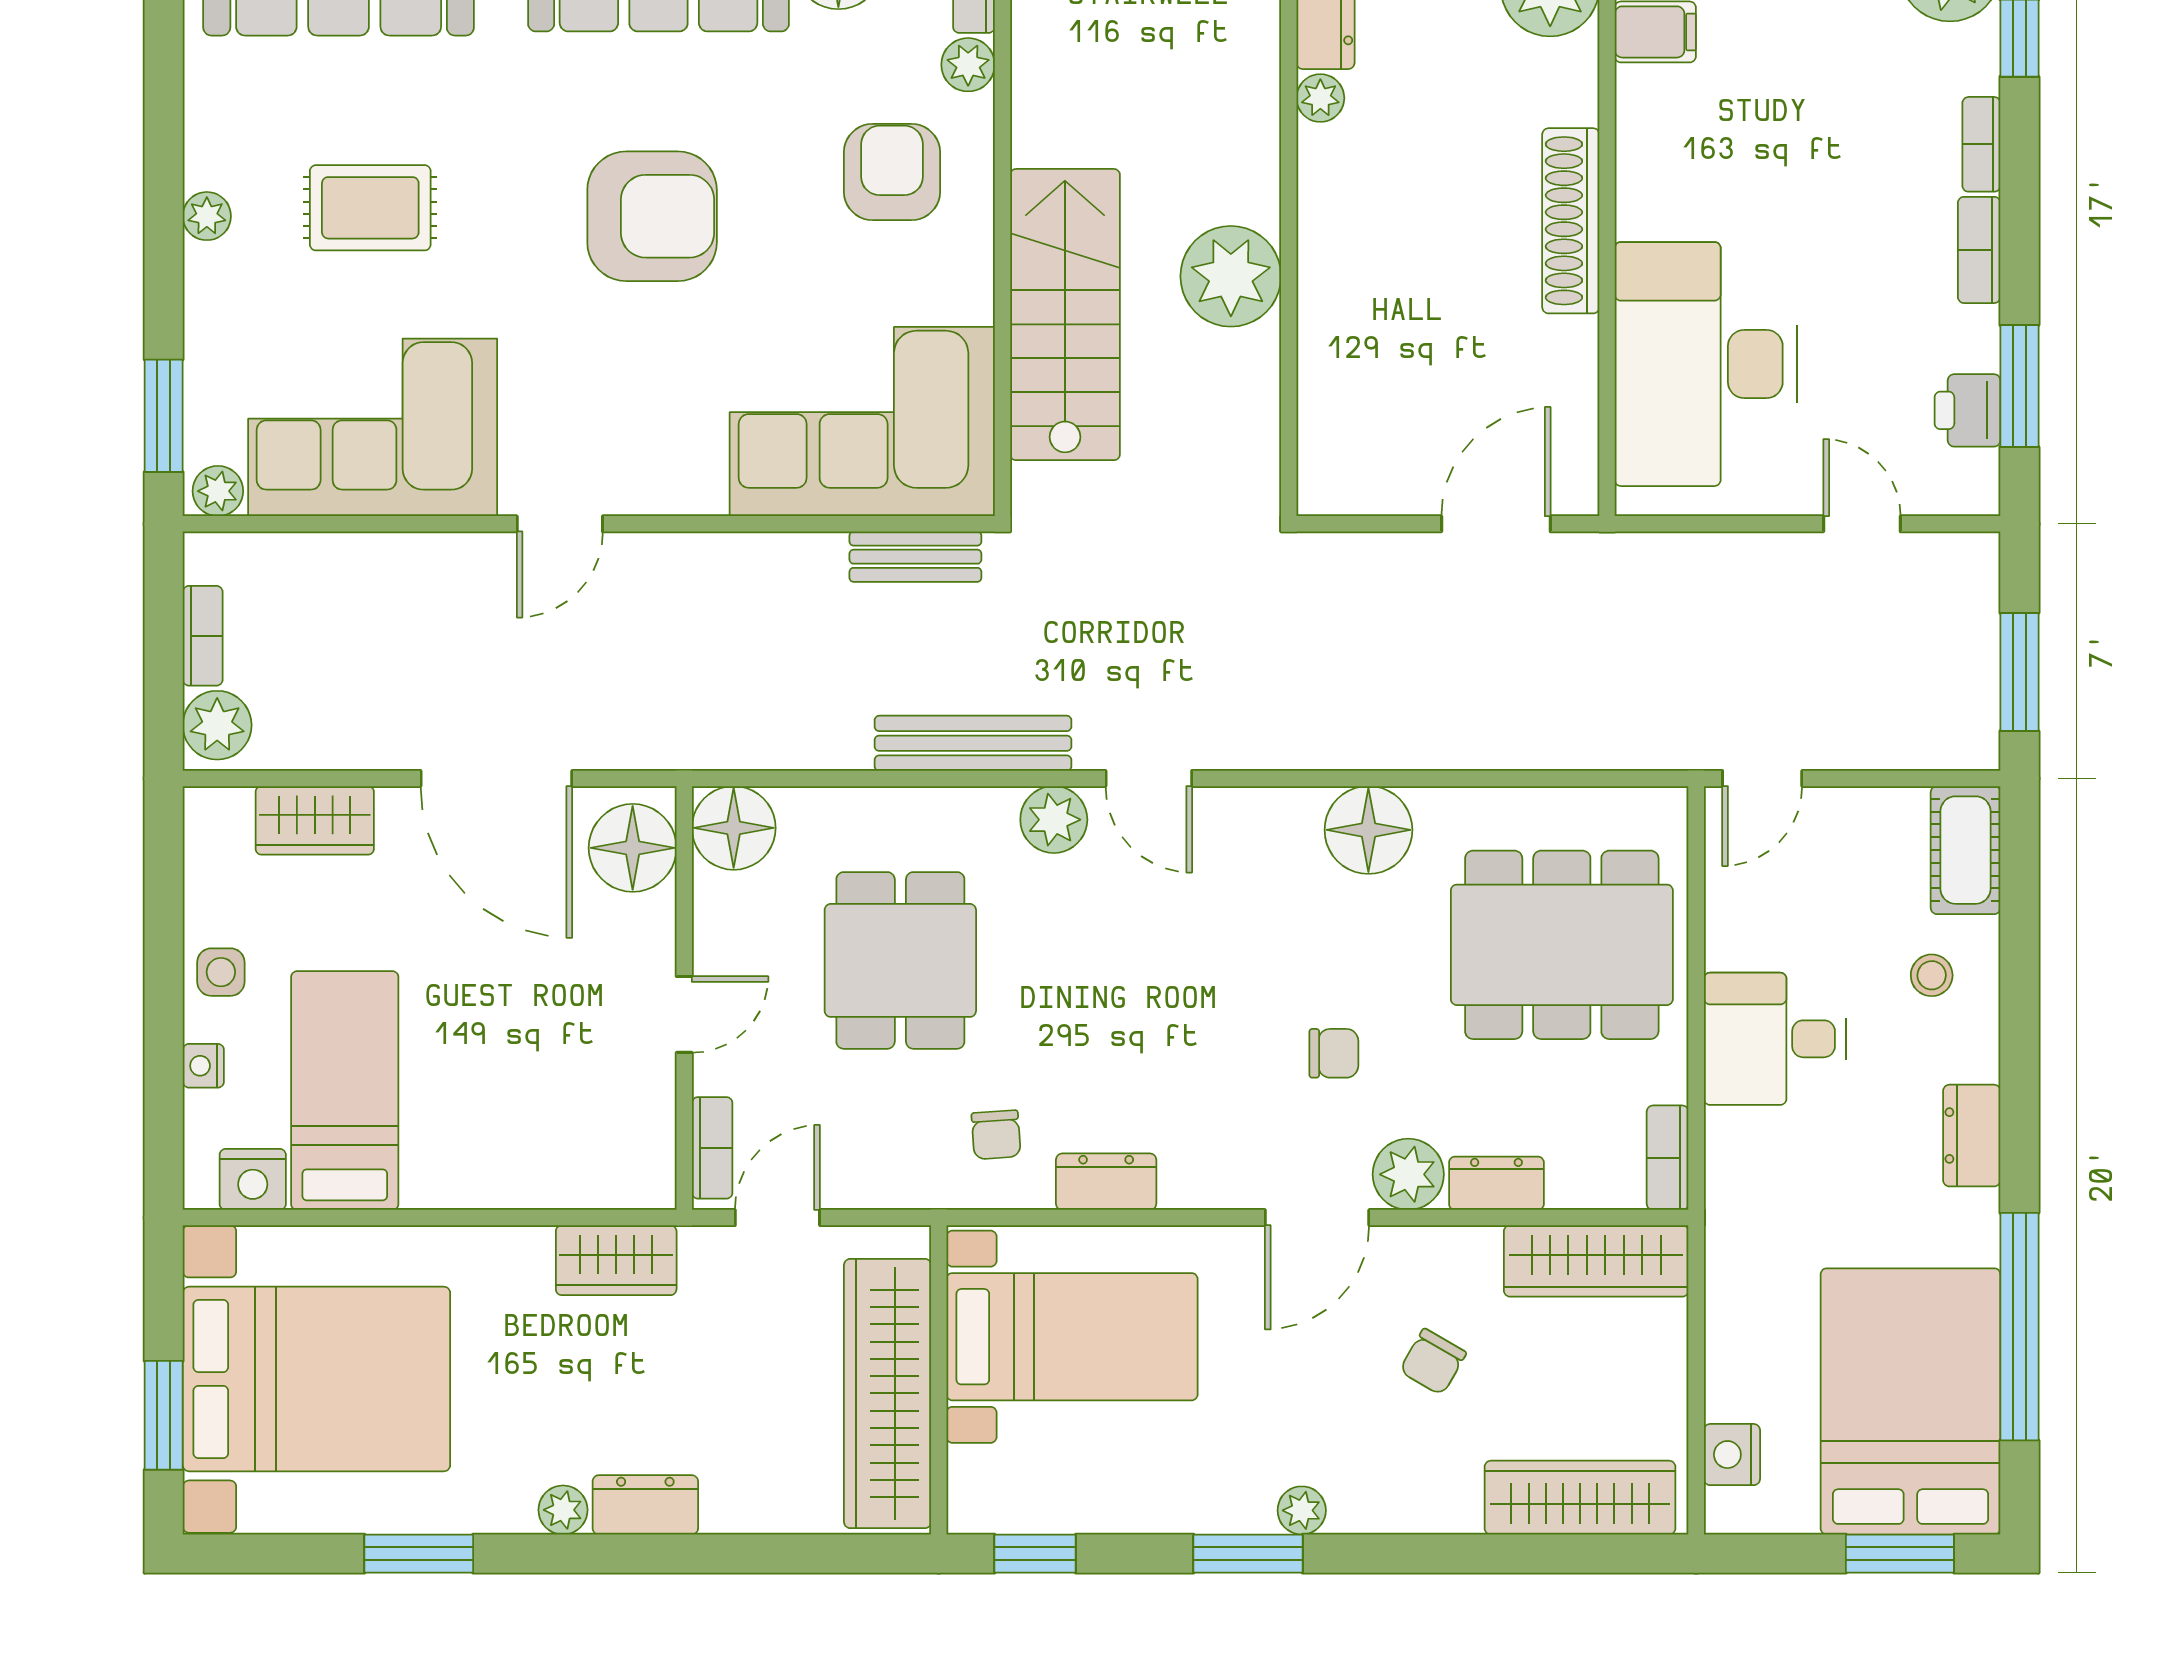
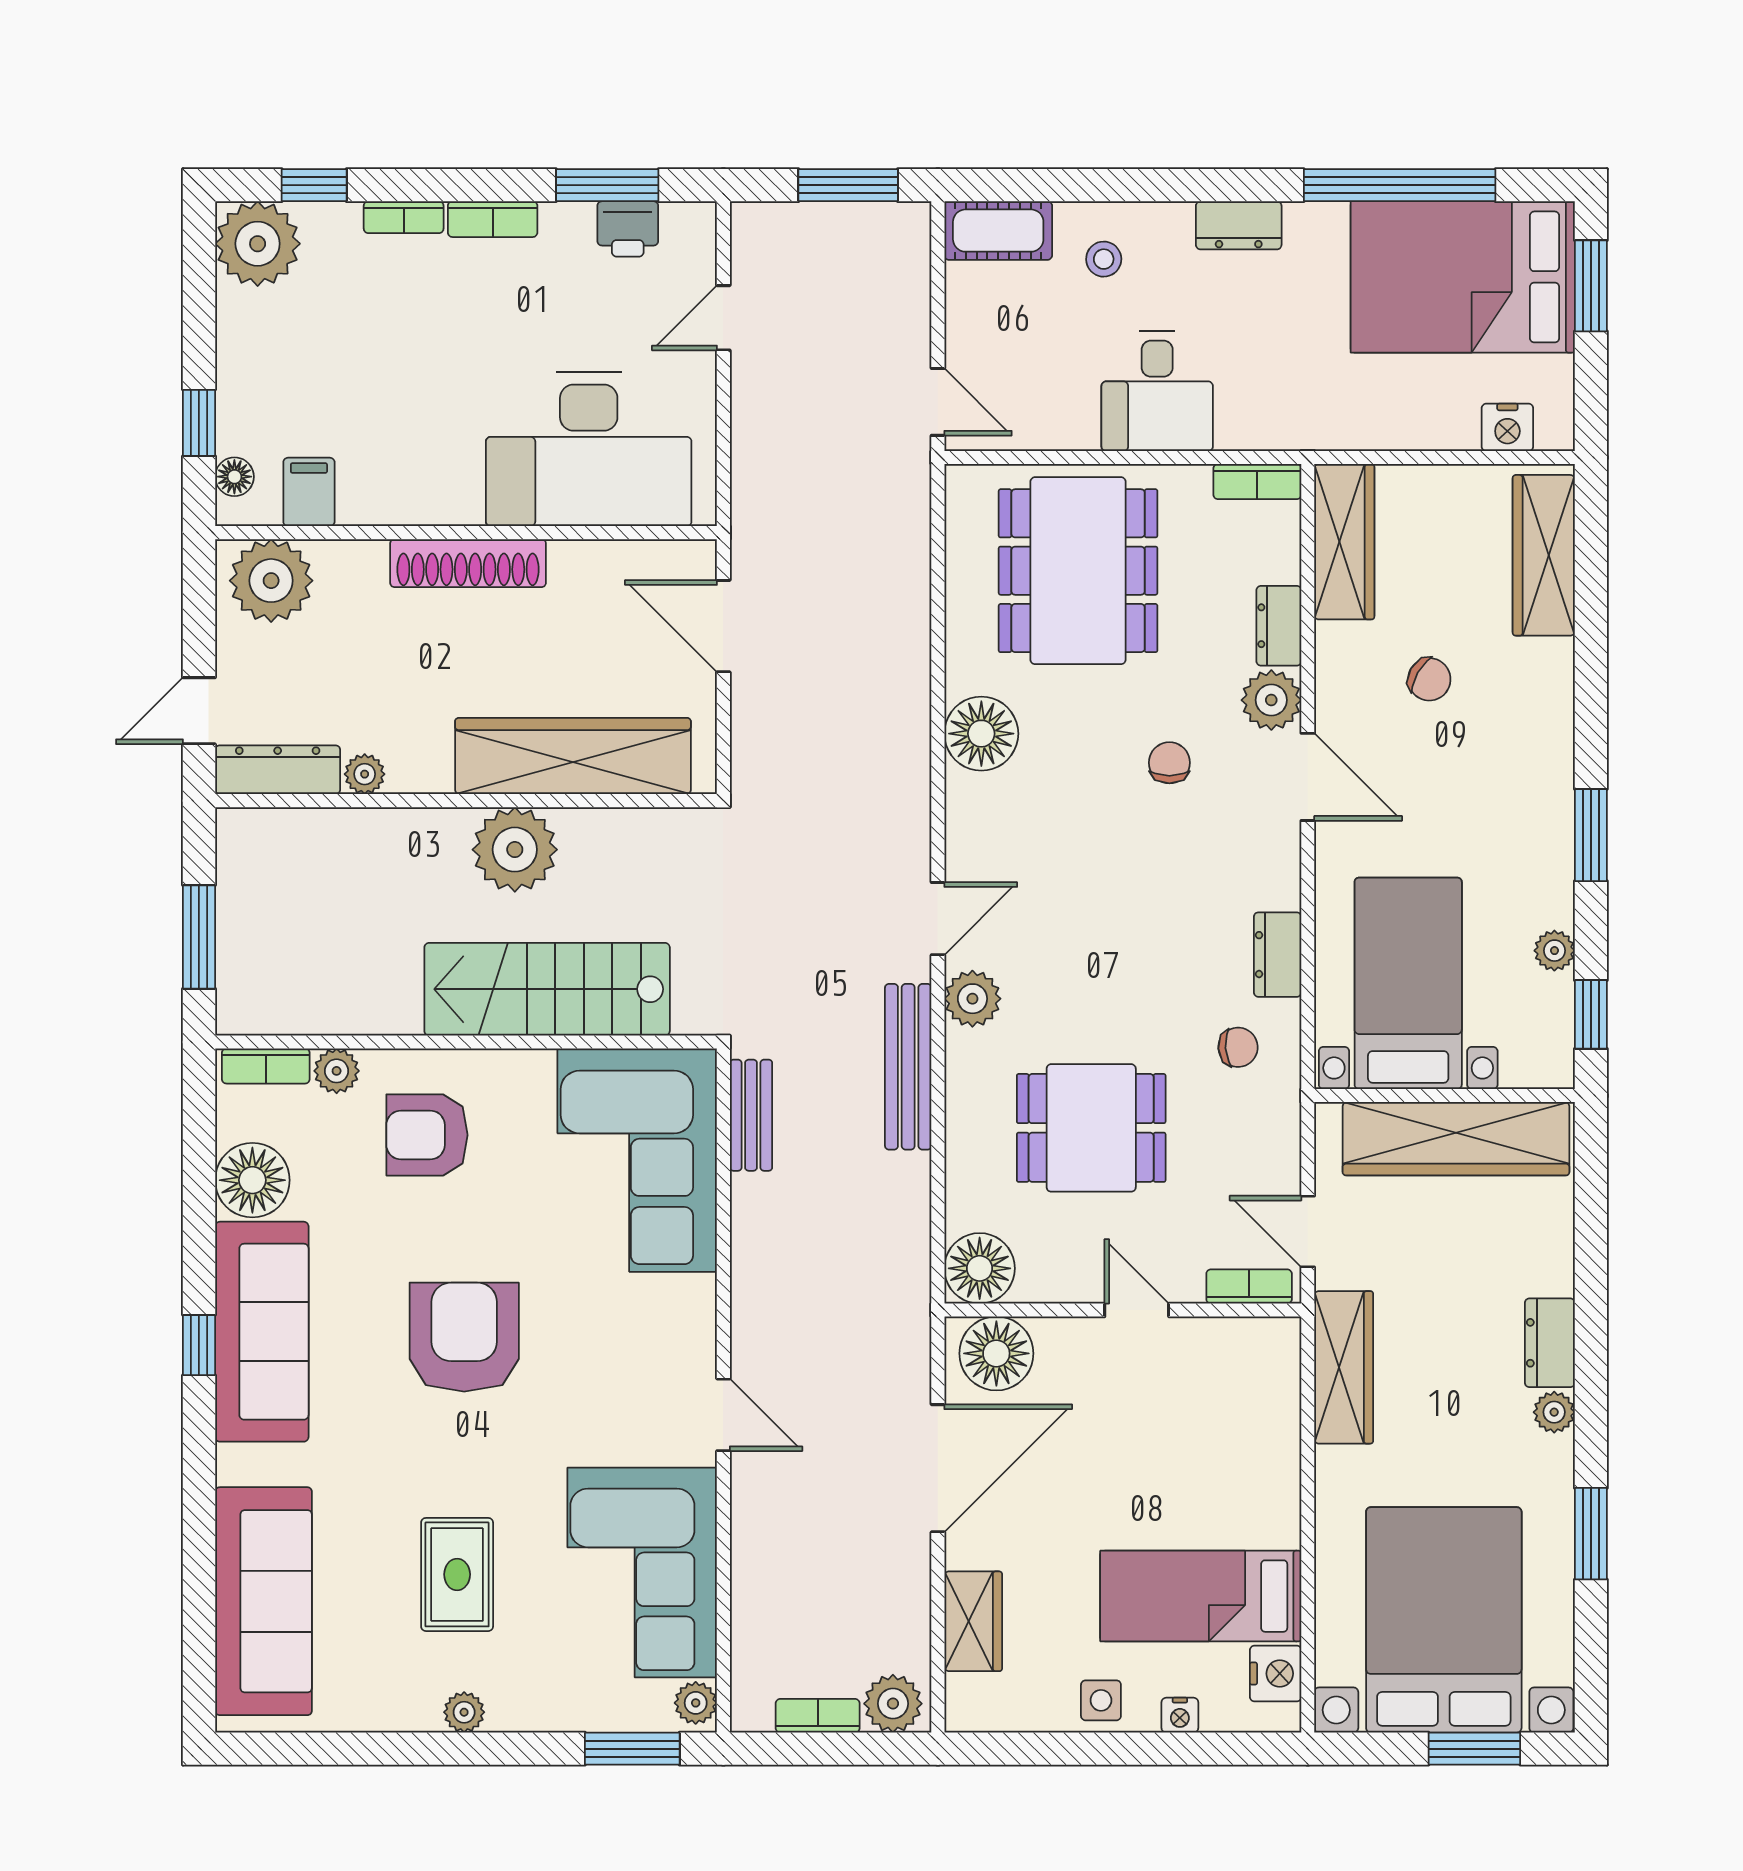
wardrobe: (1342, 345) -> (573, 756), added
wardrobe: (616, 1260) -> (1344, 1367), width x1.50
plant: (1302, 1510) -> (1554, 951), moved

